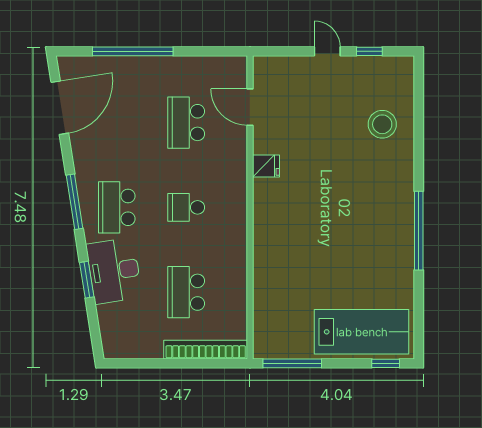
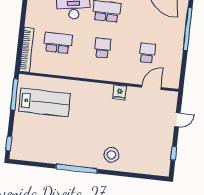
door: (327, 51) -> (177, 120), moved
school desk: (186, 123) -> (147, 53), width x0.54
stool: (382, 124) -> (111, 155), moved
lab bench: (362, 332) -> (45, 102), moved, turned -90

